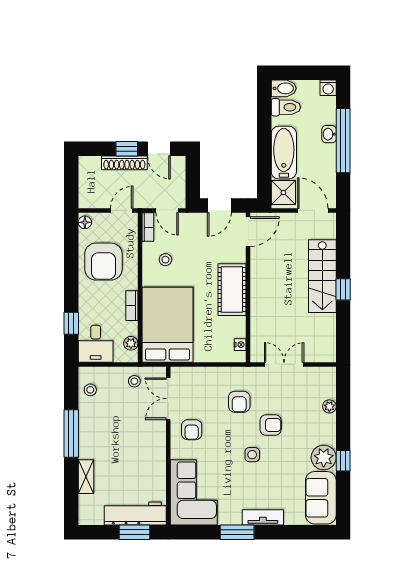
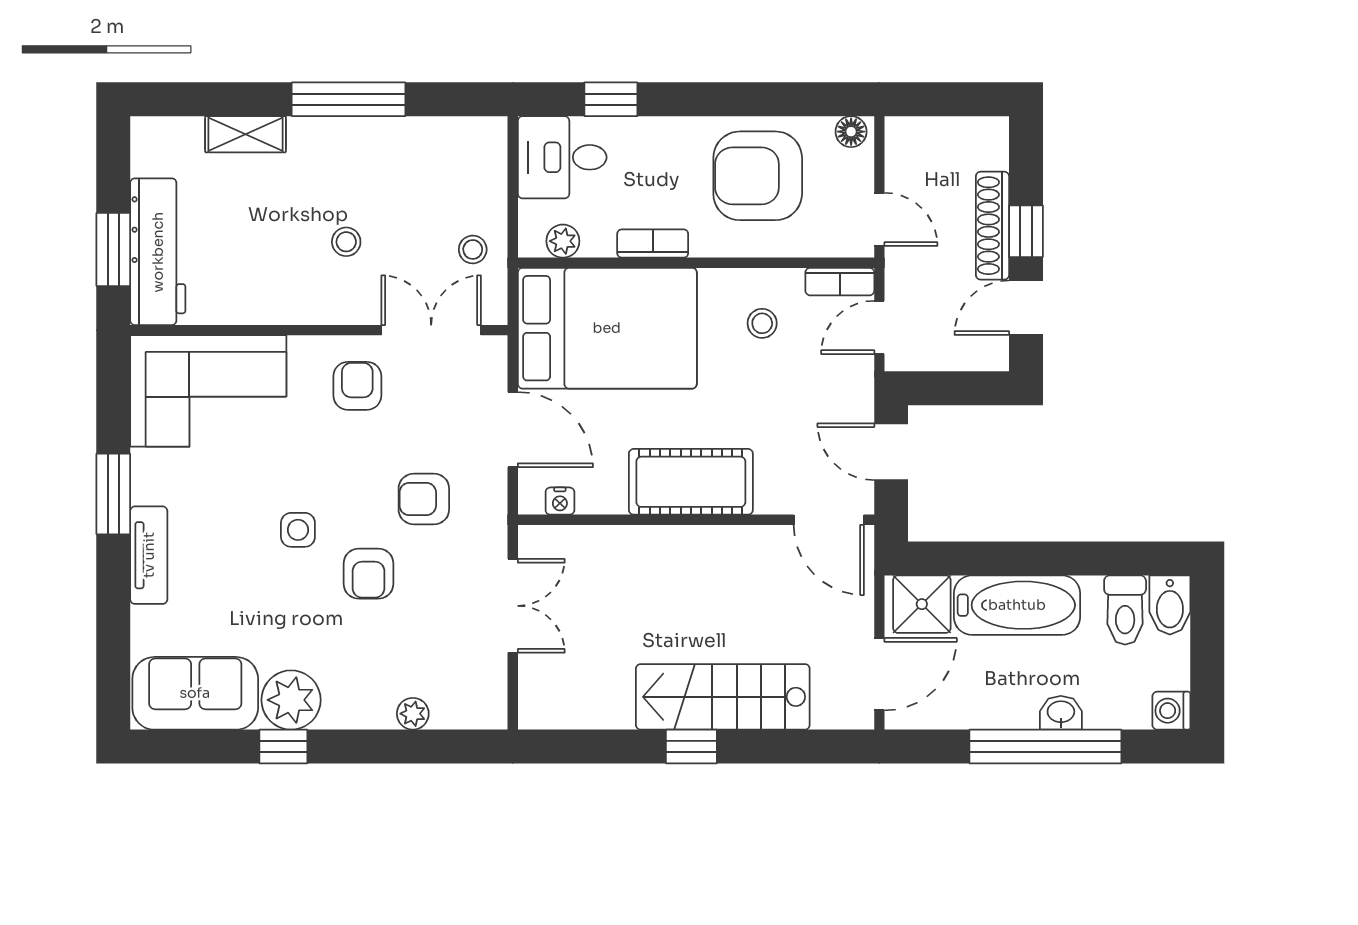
door: (210, 364) -> (513, 430), added
stool: (90, 390) -> (346, 242), moved
armchair: (192, 430) -> (357, 386), turned 90

